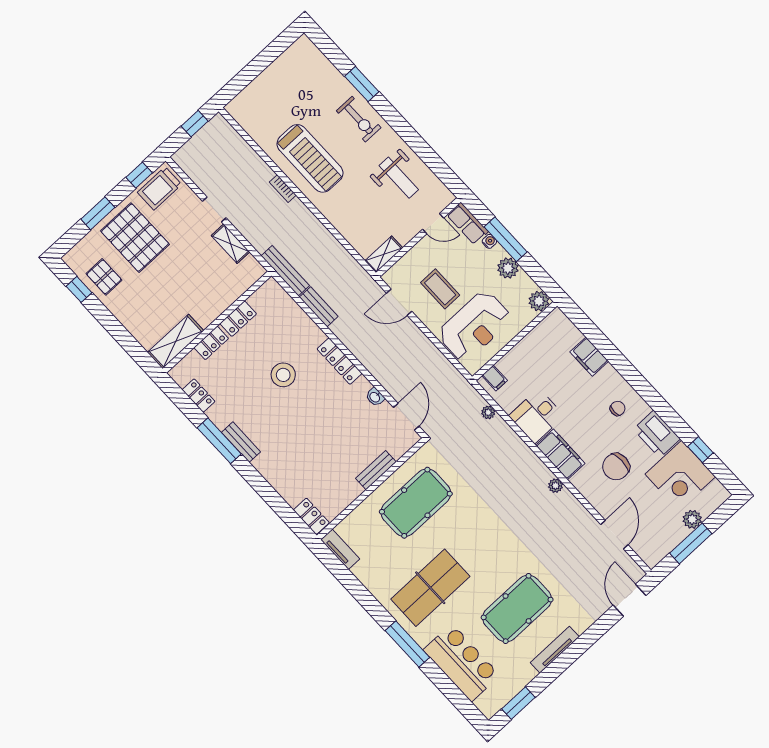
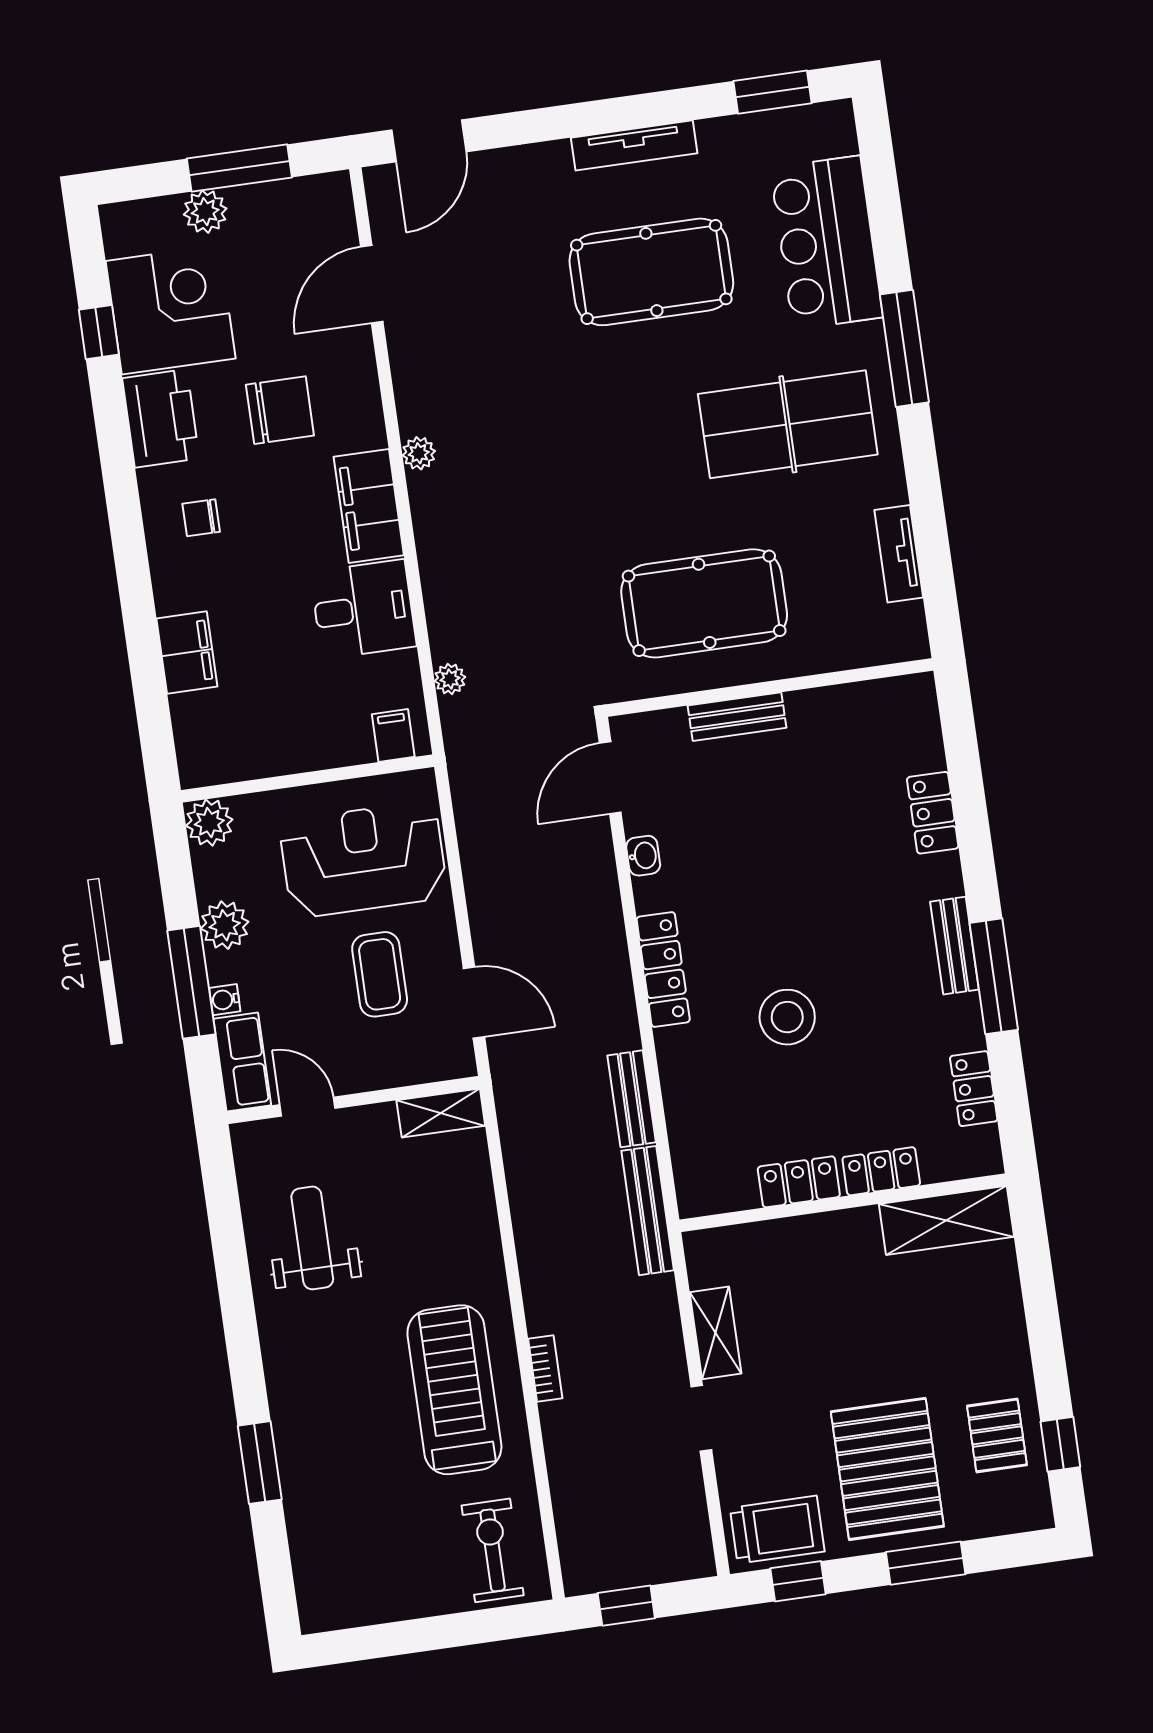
exercise bike: (359, 119) -> (493, 1550), moved
locker: (311, 516) -> (933, 813), moved
tv unit: (340, 549) -> (899, 554), moved

